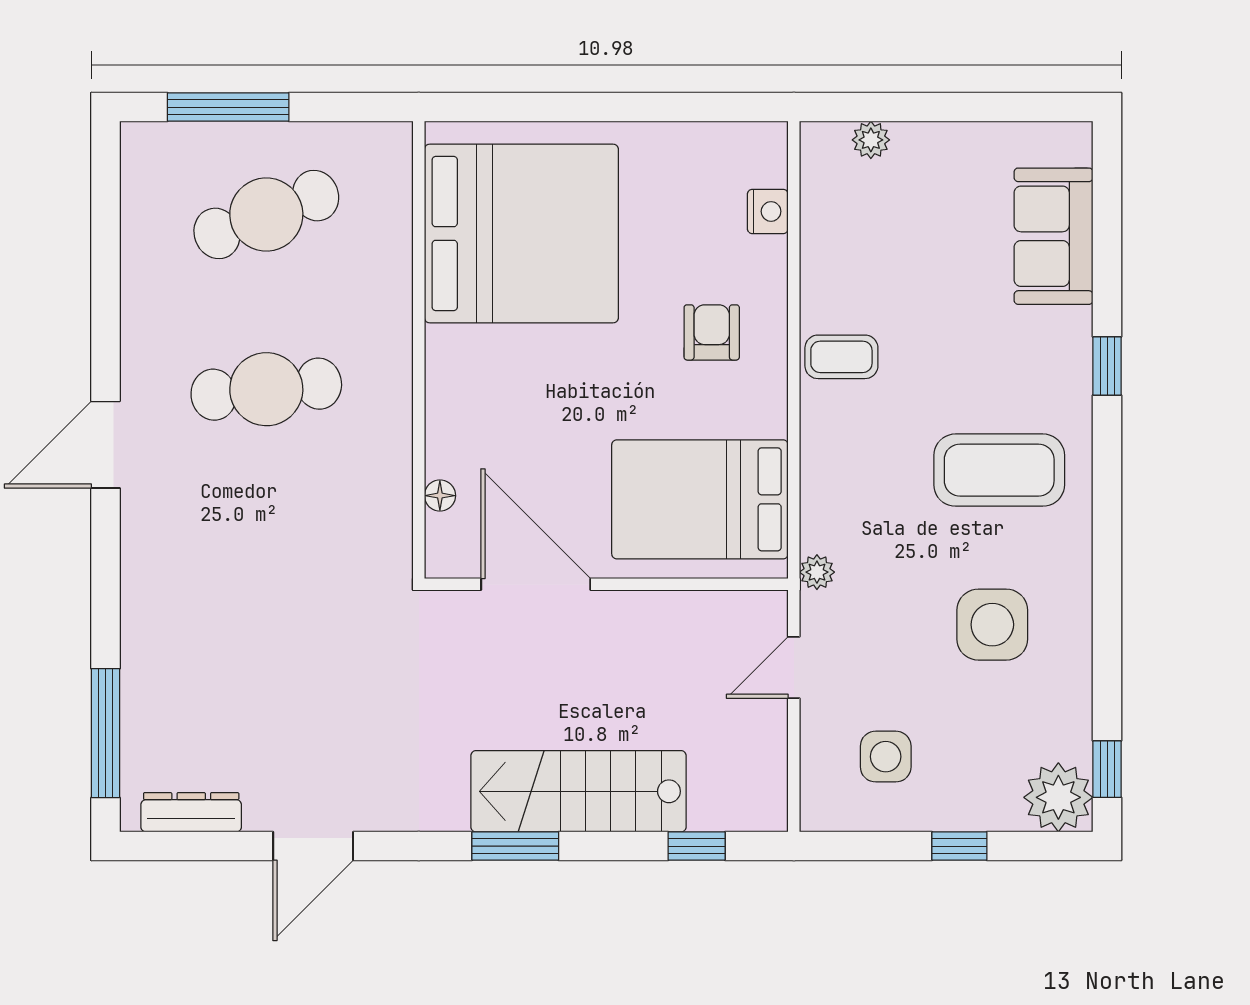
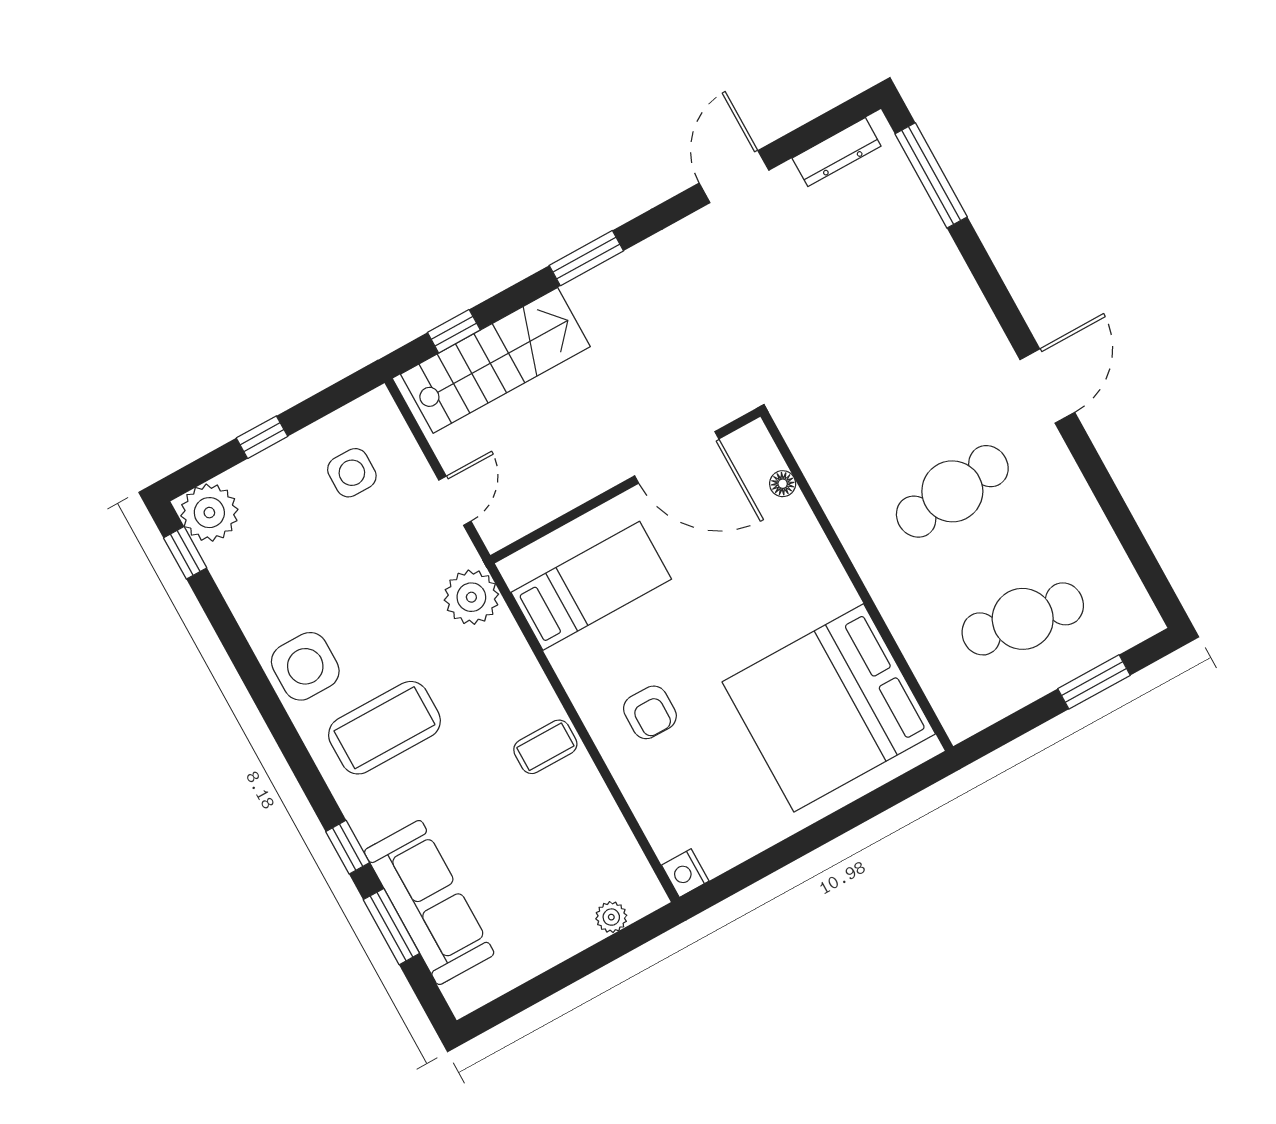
window: (228, 107) -> (1094, 682), width x0.69
nightstand: (768, 211) -> (685, 873), moved
cafe table: (266, 214) -> (1023, 619), turned 30
sofa: (1054, 236) -> (429, 902), width x1.36
window: (1107, 257) -> (391, 927), added
bed: (700, 499) -> (591, 586), width x0.67
plant: (817, 572) -> (471, 597), width x1.87, depth x1.87
side table: (992, 625) -> (305, 666), moved
stairs: (578, 791) -> (495, 360), moved

